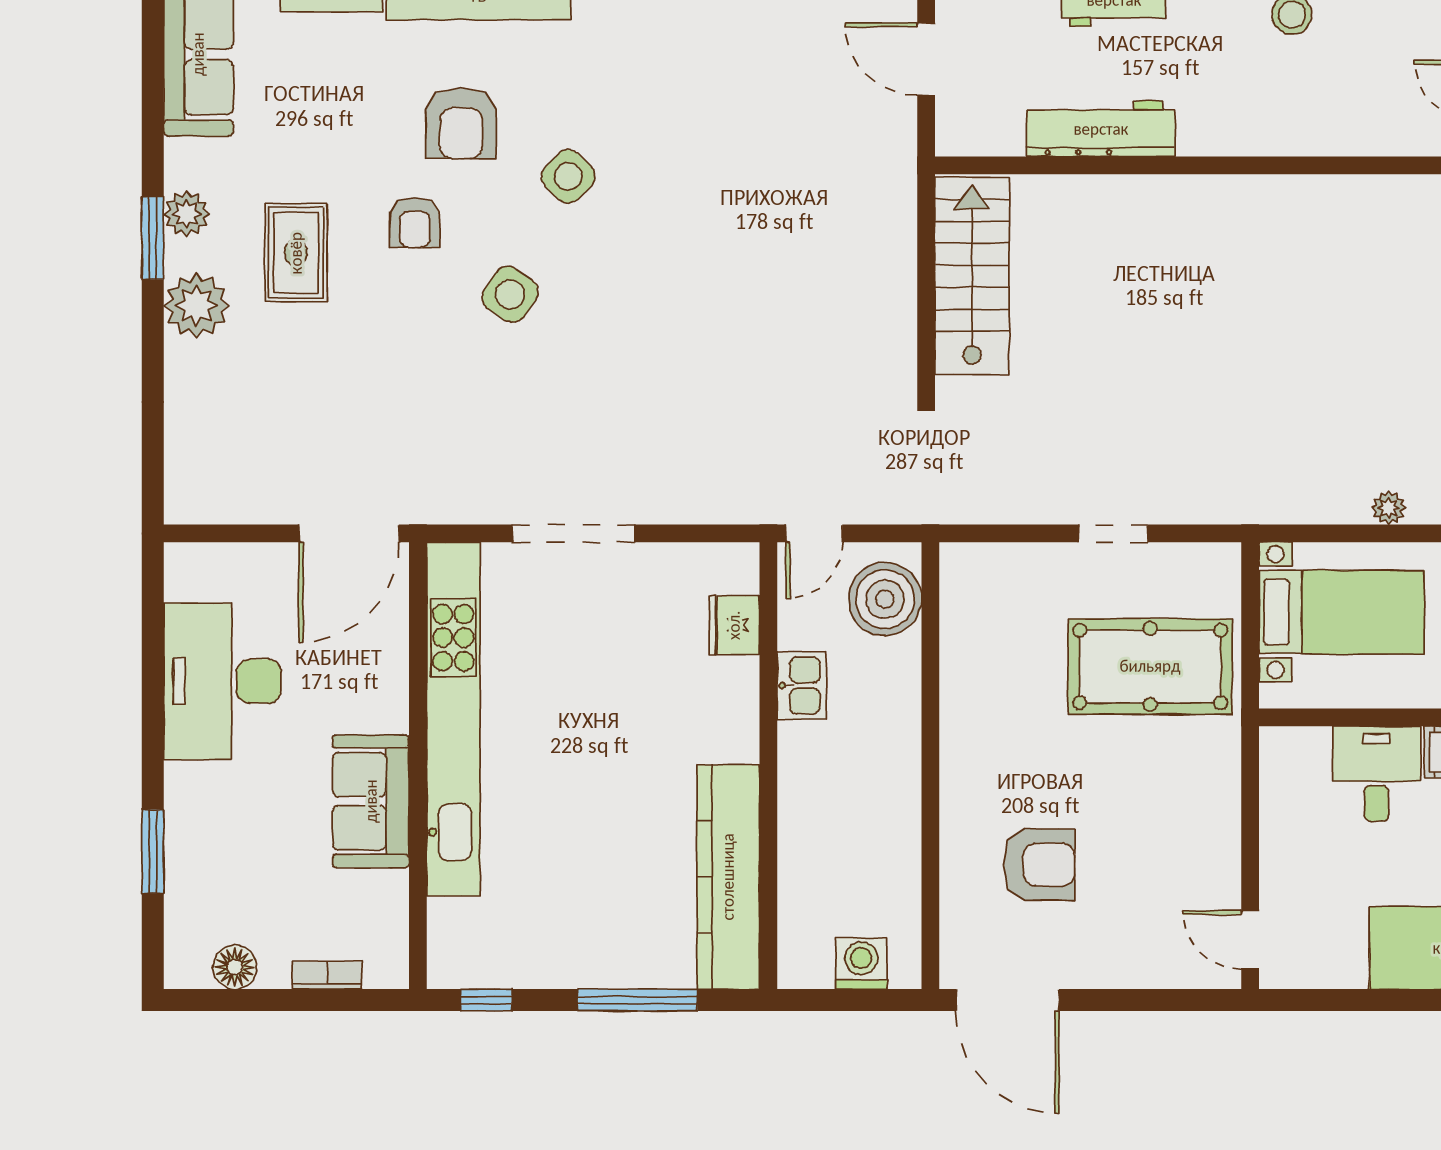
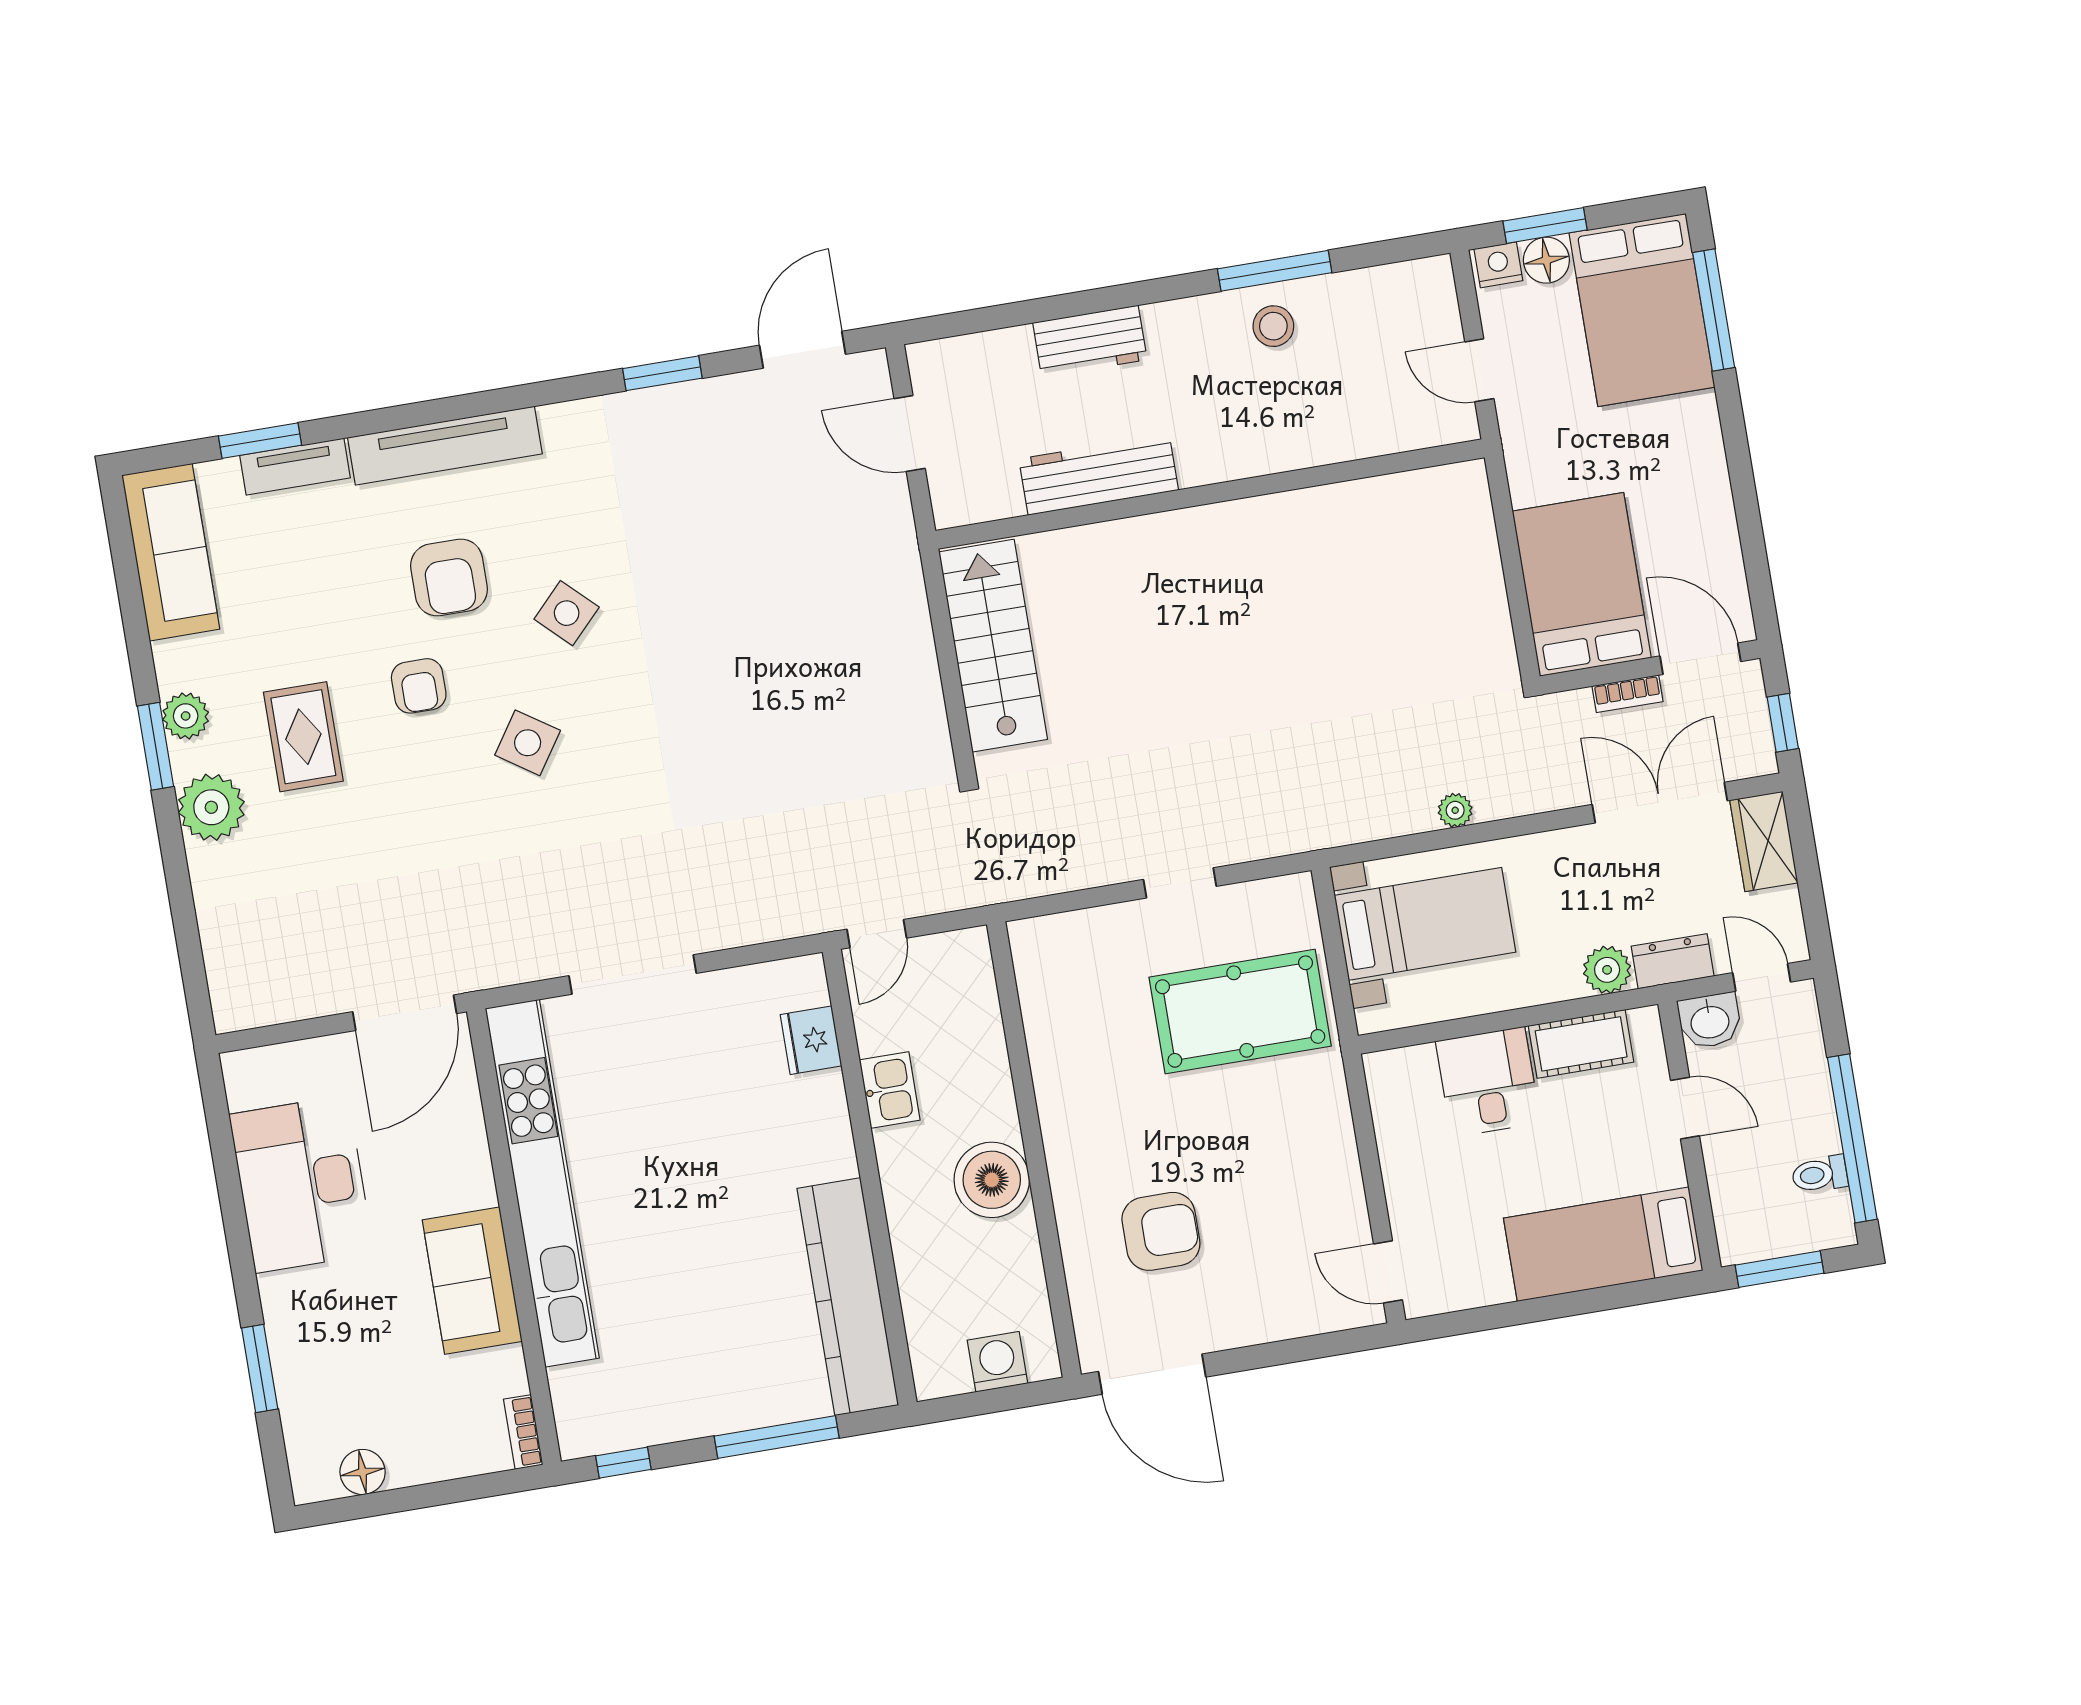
boiler: (885, 599) -> (992, 1180), moved
bookcase: (327, 975) -> (523, 1432), moved, turned -90

